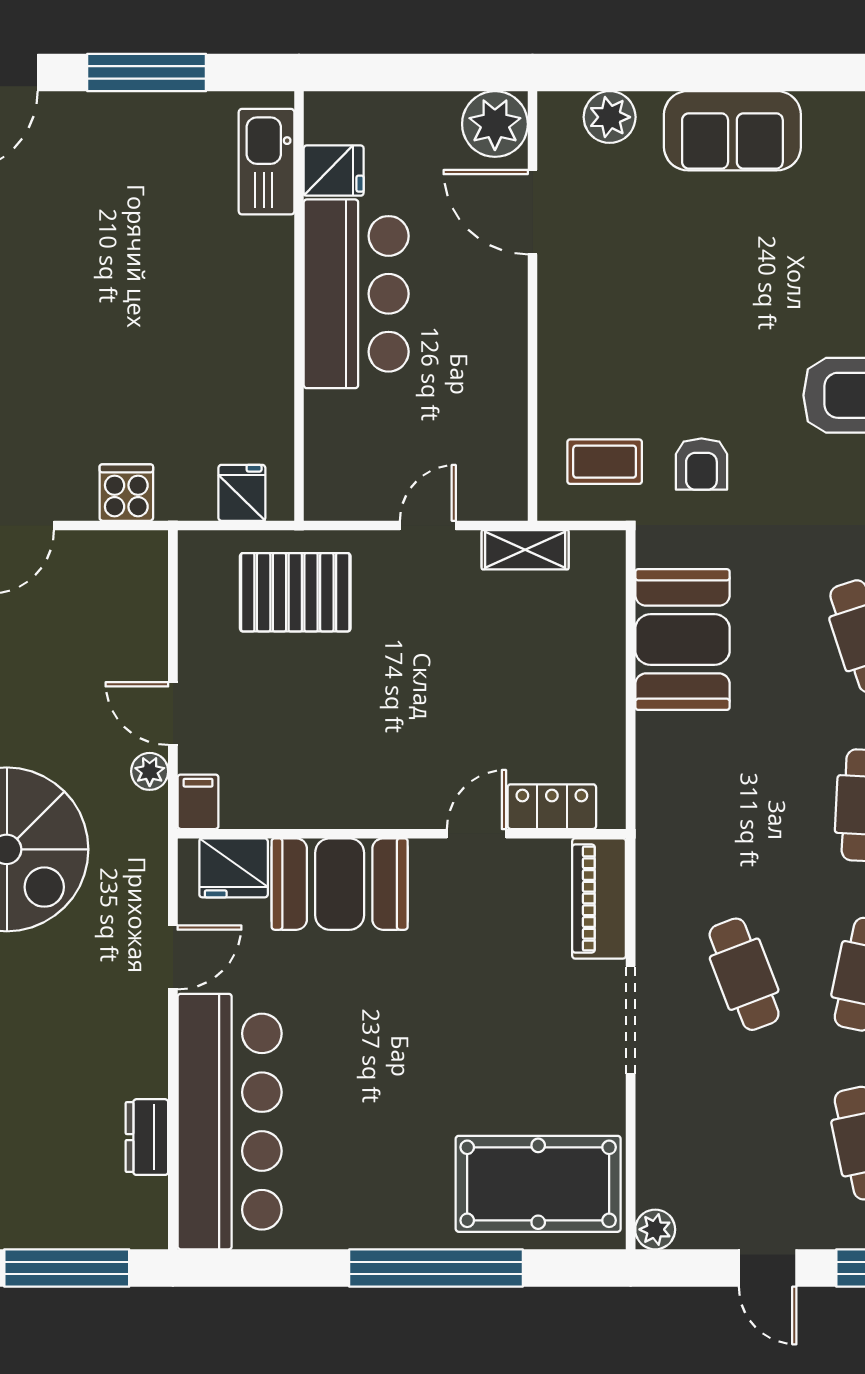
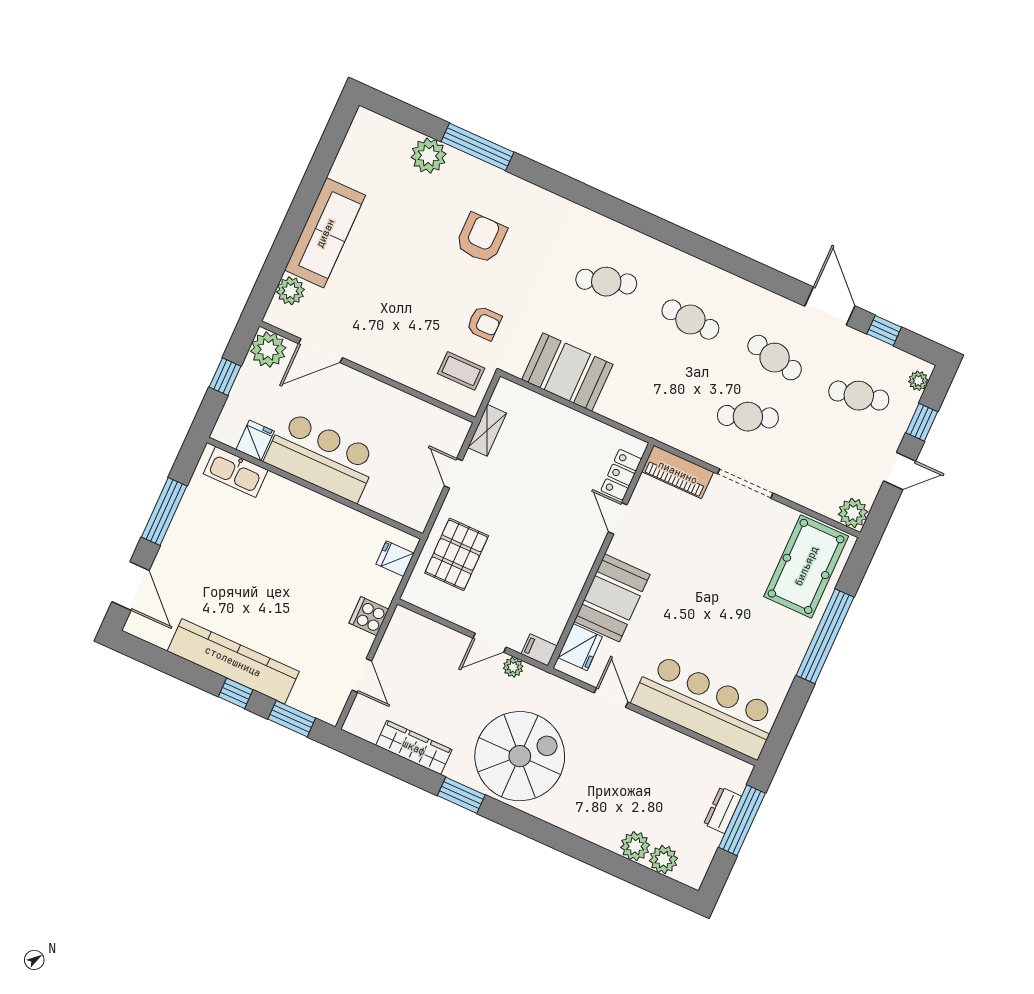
window: (417, 72) -> (225, 377), added
sofa: (732, 131) -> (325, 233), width x1.36
coffee table: (605, 462) -> (461, 371), turned 90
dresser: (147, 1137) -> (723, 810), moved, turned 90
plant: (655, 1229) -> (853, 513), width x1.38, depth x1.38

